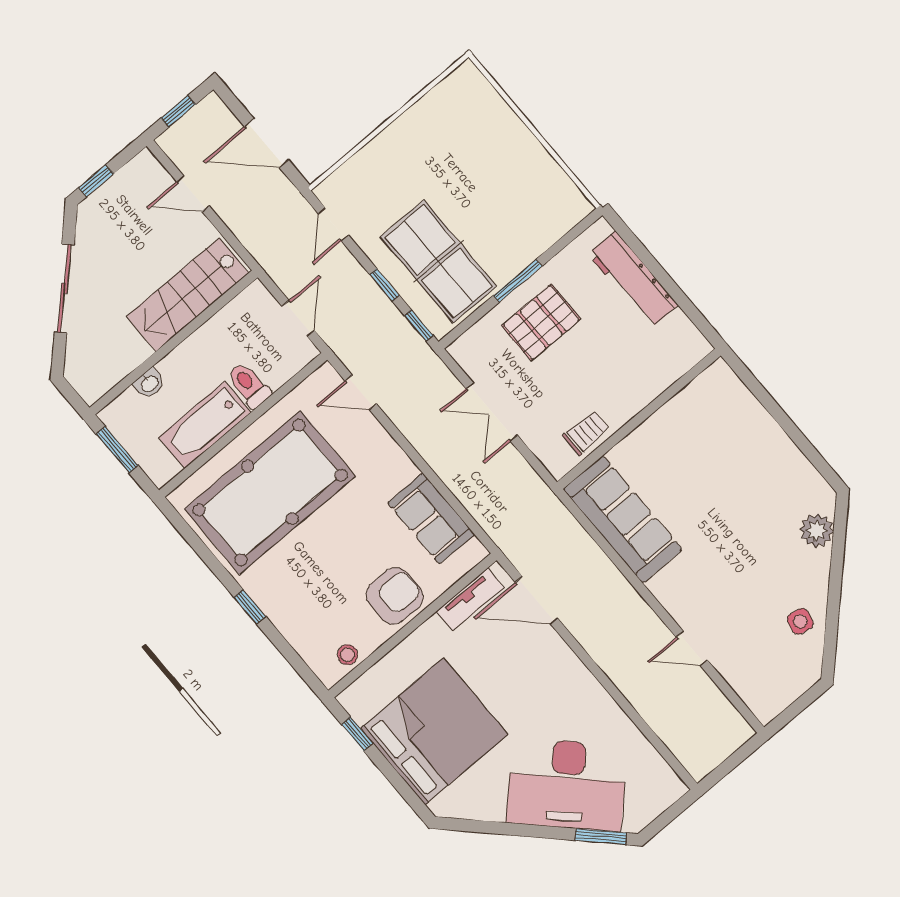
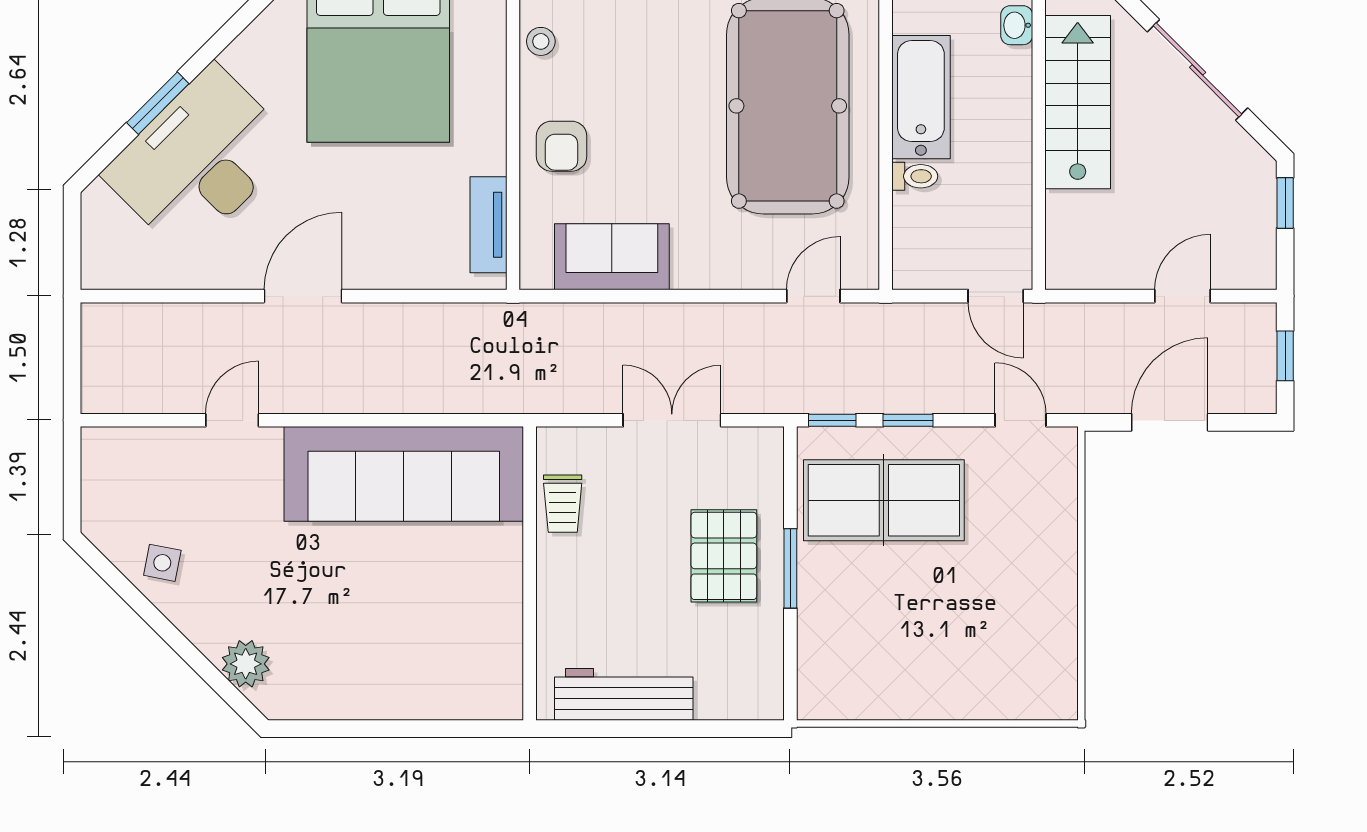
workbench: (633, 280) -> (624, 694), moved
stairs: (188, 295) -> (1078, 102), moved
door: (298, 318) -> (996, 296), moved
washbasin: (149, 383) -> (1017, 25), moved
toilet: (249, 385) -> (915, 176), width x0.73, depth x0.72
sofa: (623, 519) -> (404, 474), width x1.36, depth x1.27
armchair: (395, 596) -> (562, 146), width x0.72, depth x0.72
door: (537, 600) -> (303, 296), moved
window: (601, 837) -> (158, 103), moved

